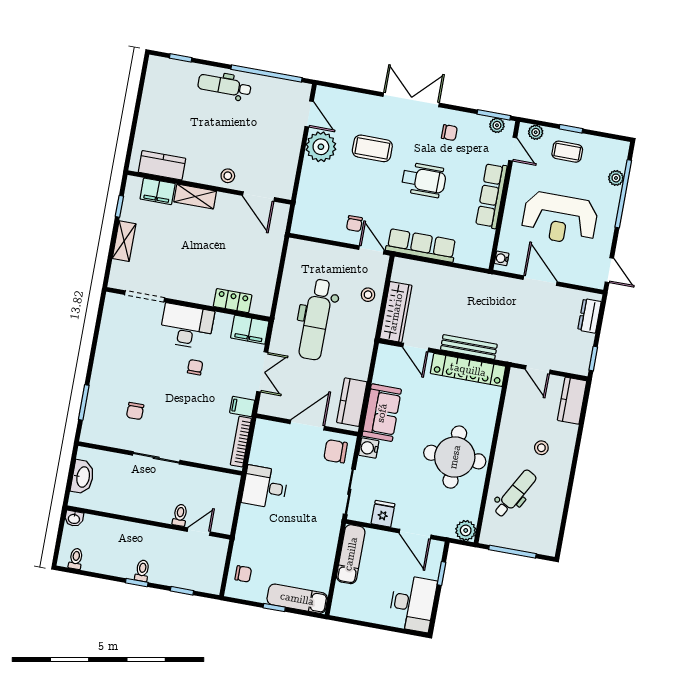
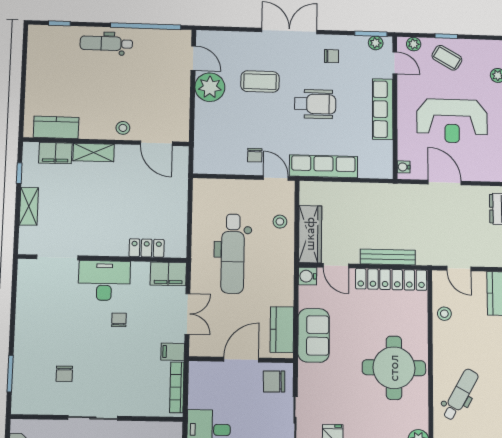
coffee table: (567, 152) -> (447, 58), turned 30
water cooler: (369, 448) -> (308, 276), moved
stool: (541, 448) -> (444, 314), moved

